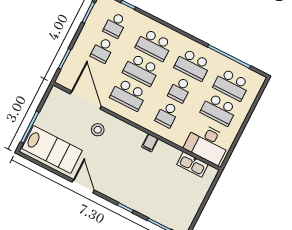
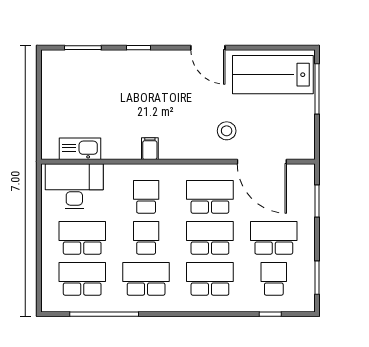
school desk: (102, 50) -> (274, 238), width x1.85

